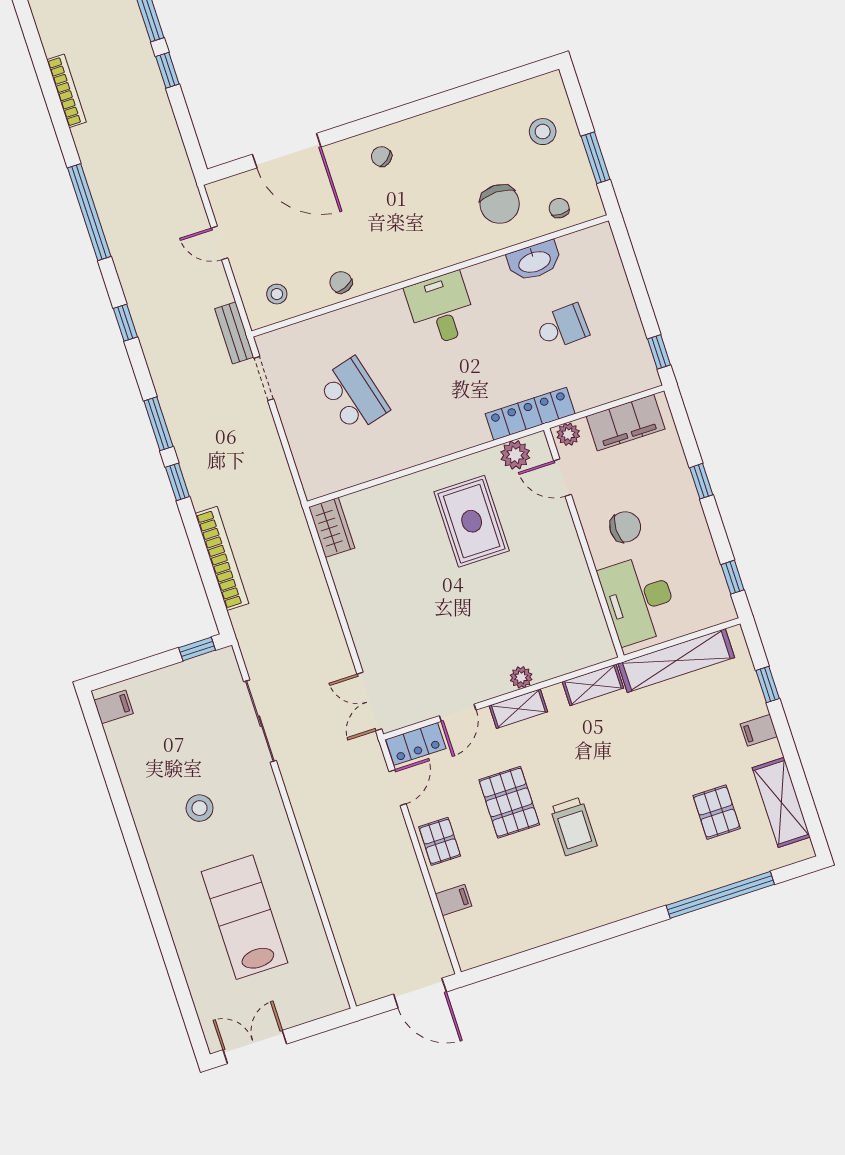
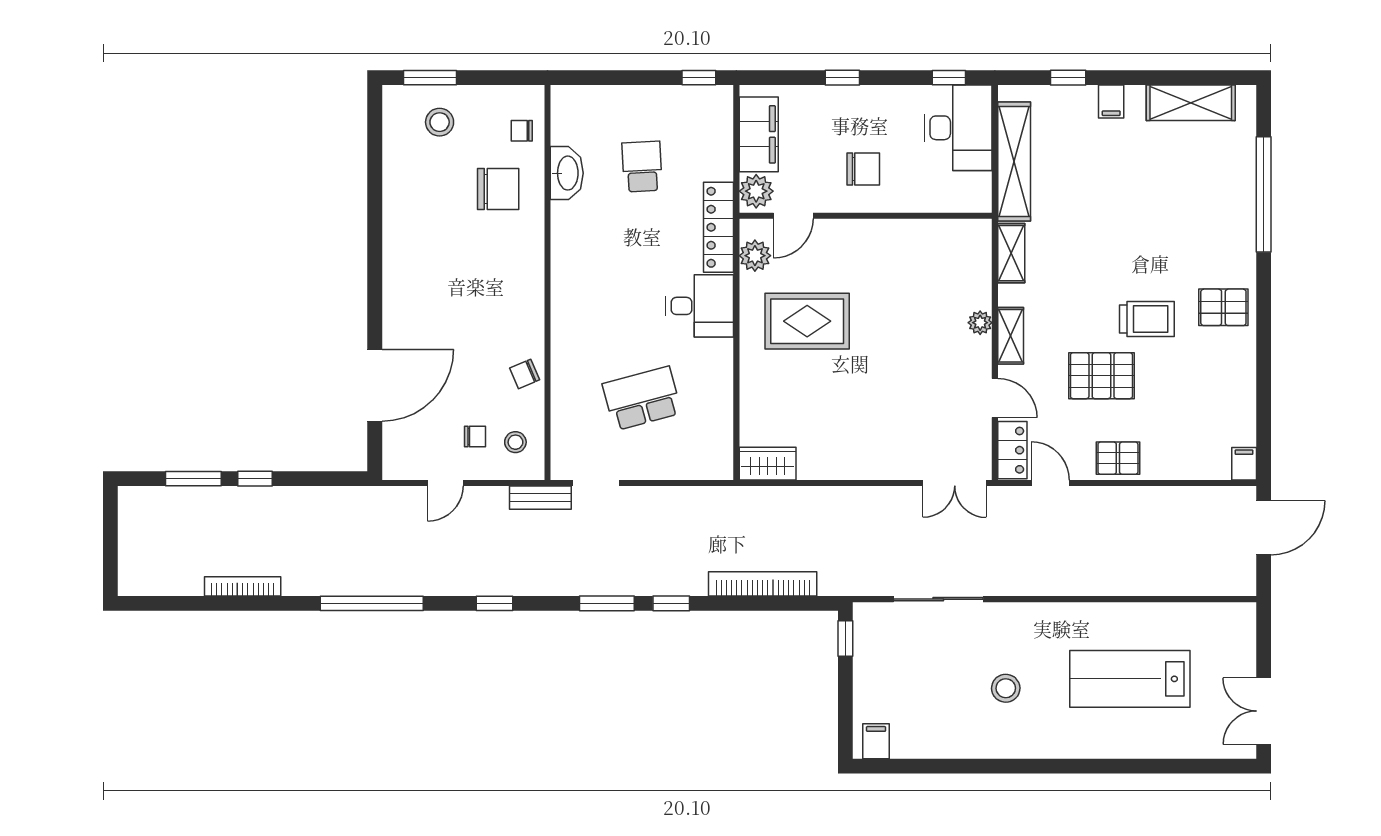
chair: (381, 156) -> (475, 436), moved, turned -142
window: (596, 158) -> (430, 78), moved
desk: (441, 309) -> (700, 306), moved, turned 180
plant: (568, 434) -> (756, 191), width x1.38, depth x1.38
chair: (625, 527) -> (863, 169), turned 90
desk: (639, 600) -> (958, 128), moved, turned -90
pallet: (717, 812) -> (1223, 307), moved
filing cabinet: (453, 900) -> (1244, 464), moved

